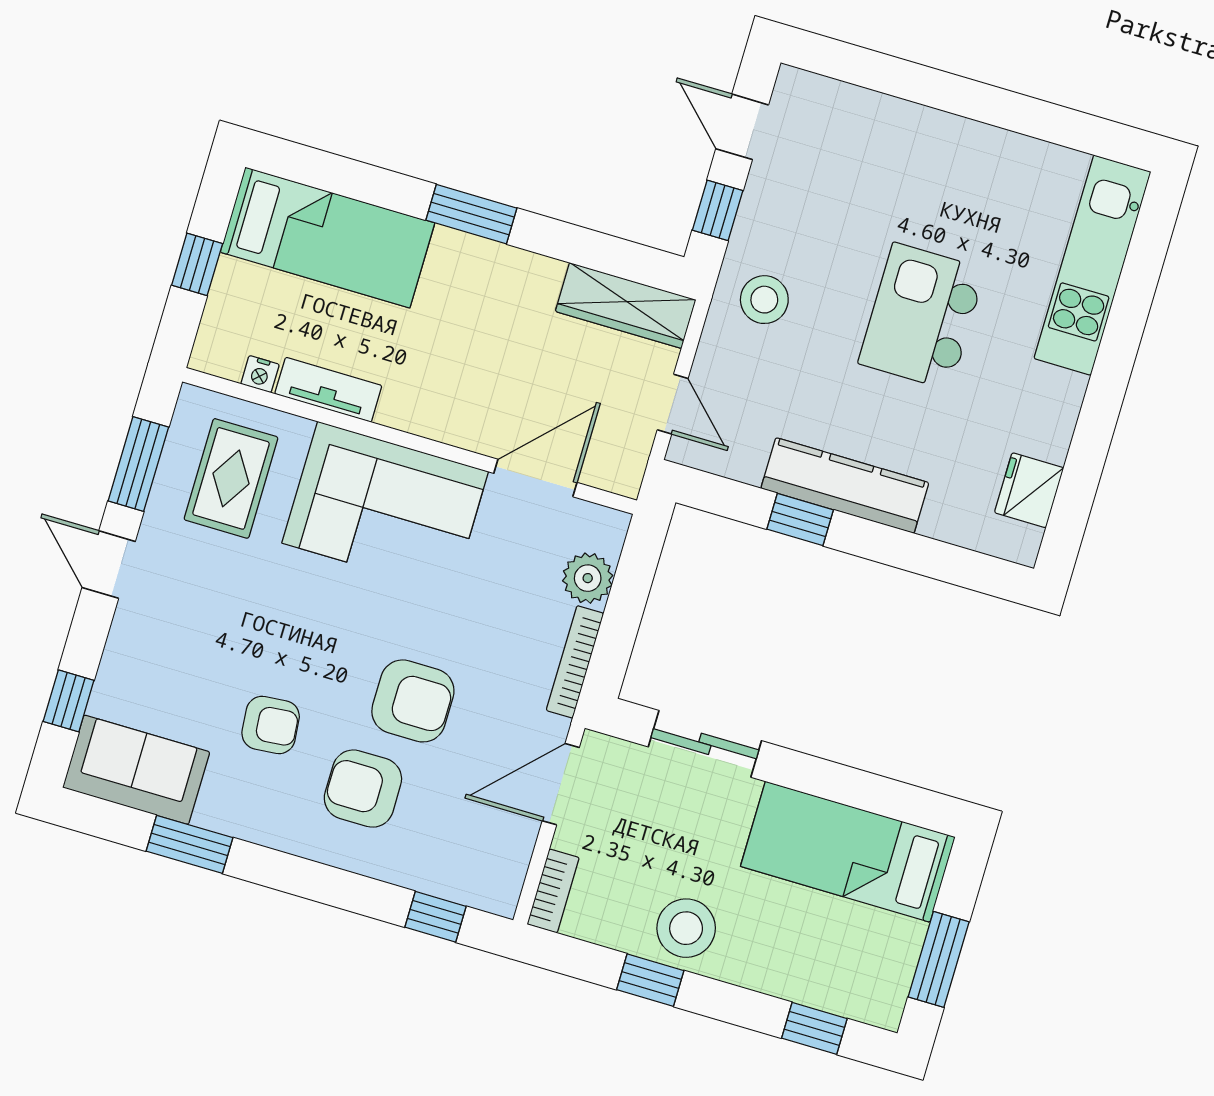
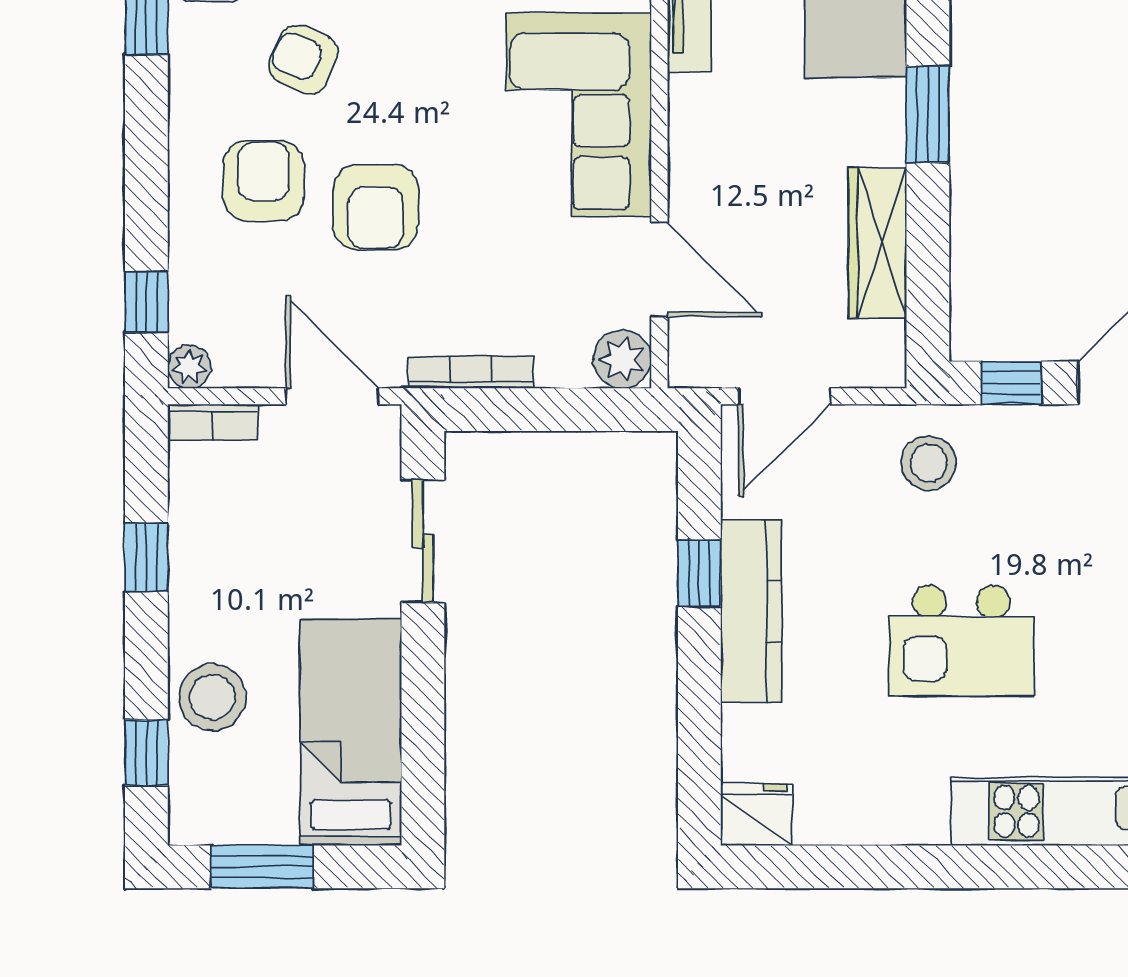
wardrobe: (626, 305) -> (877, 243), moved
kitchen island: (922, 316) -> (961, 641), turned 180
door: (673, 404) -> (785, 396), width x1.38
fridge: (1029, 490) -> (756, 815), moved
plant: (588, 578) -> (622, 359), moved
armchair: (271, 725) -> (303, 59), turned 119
plant: (501, 897) -> (189, 367), added
stool: (686, 928) -> (212, 697), moved

